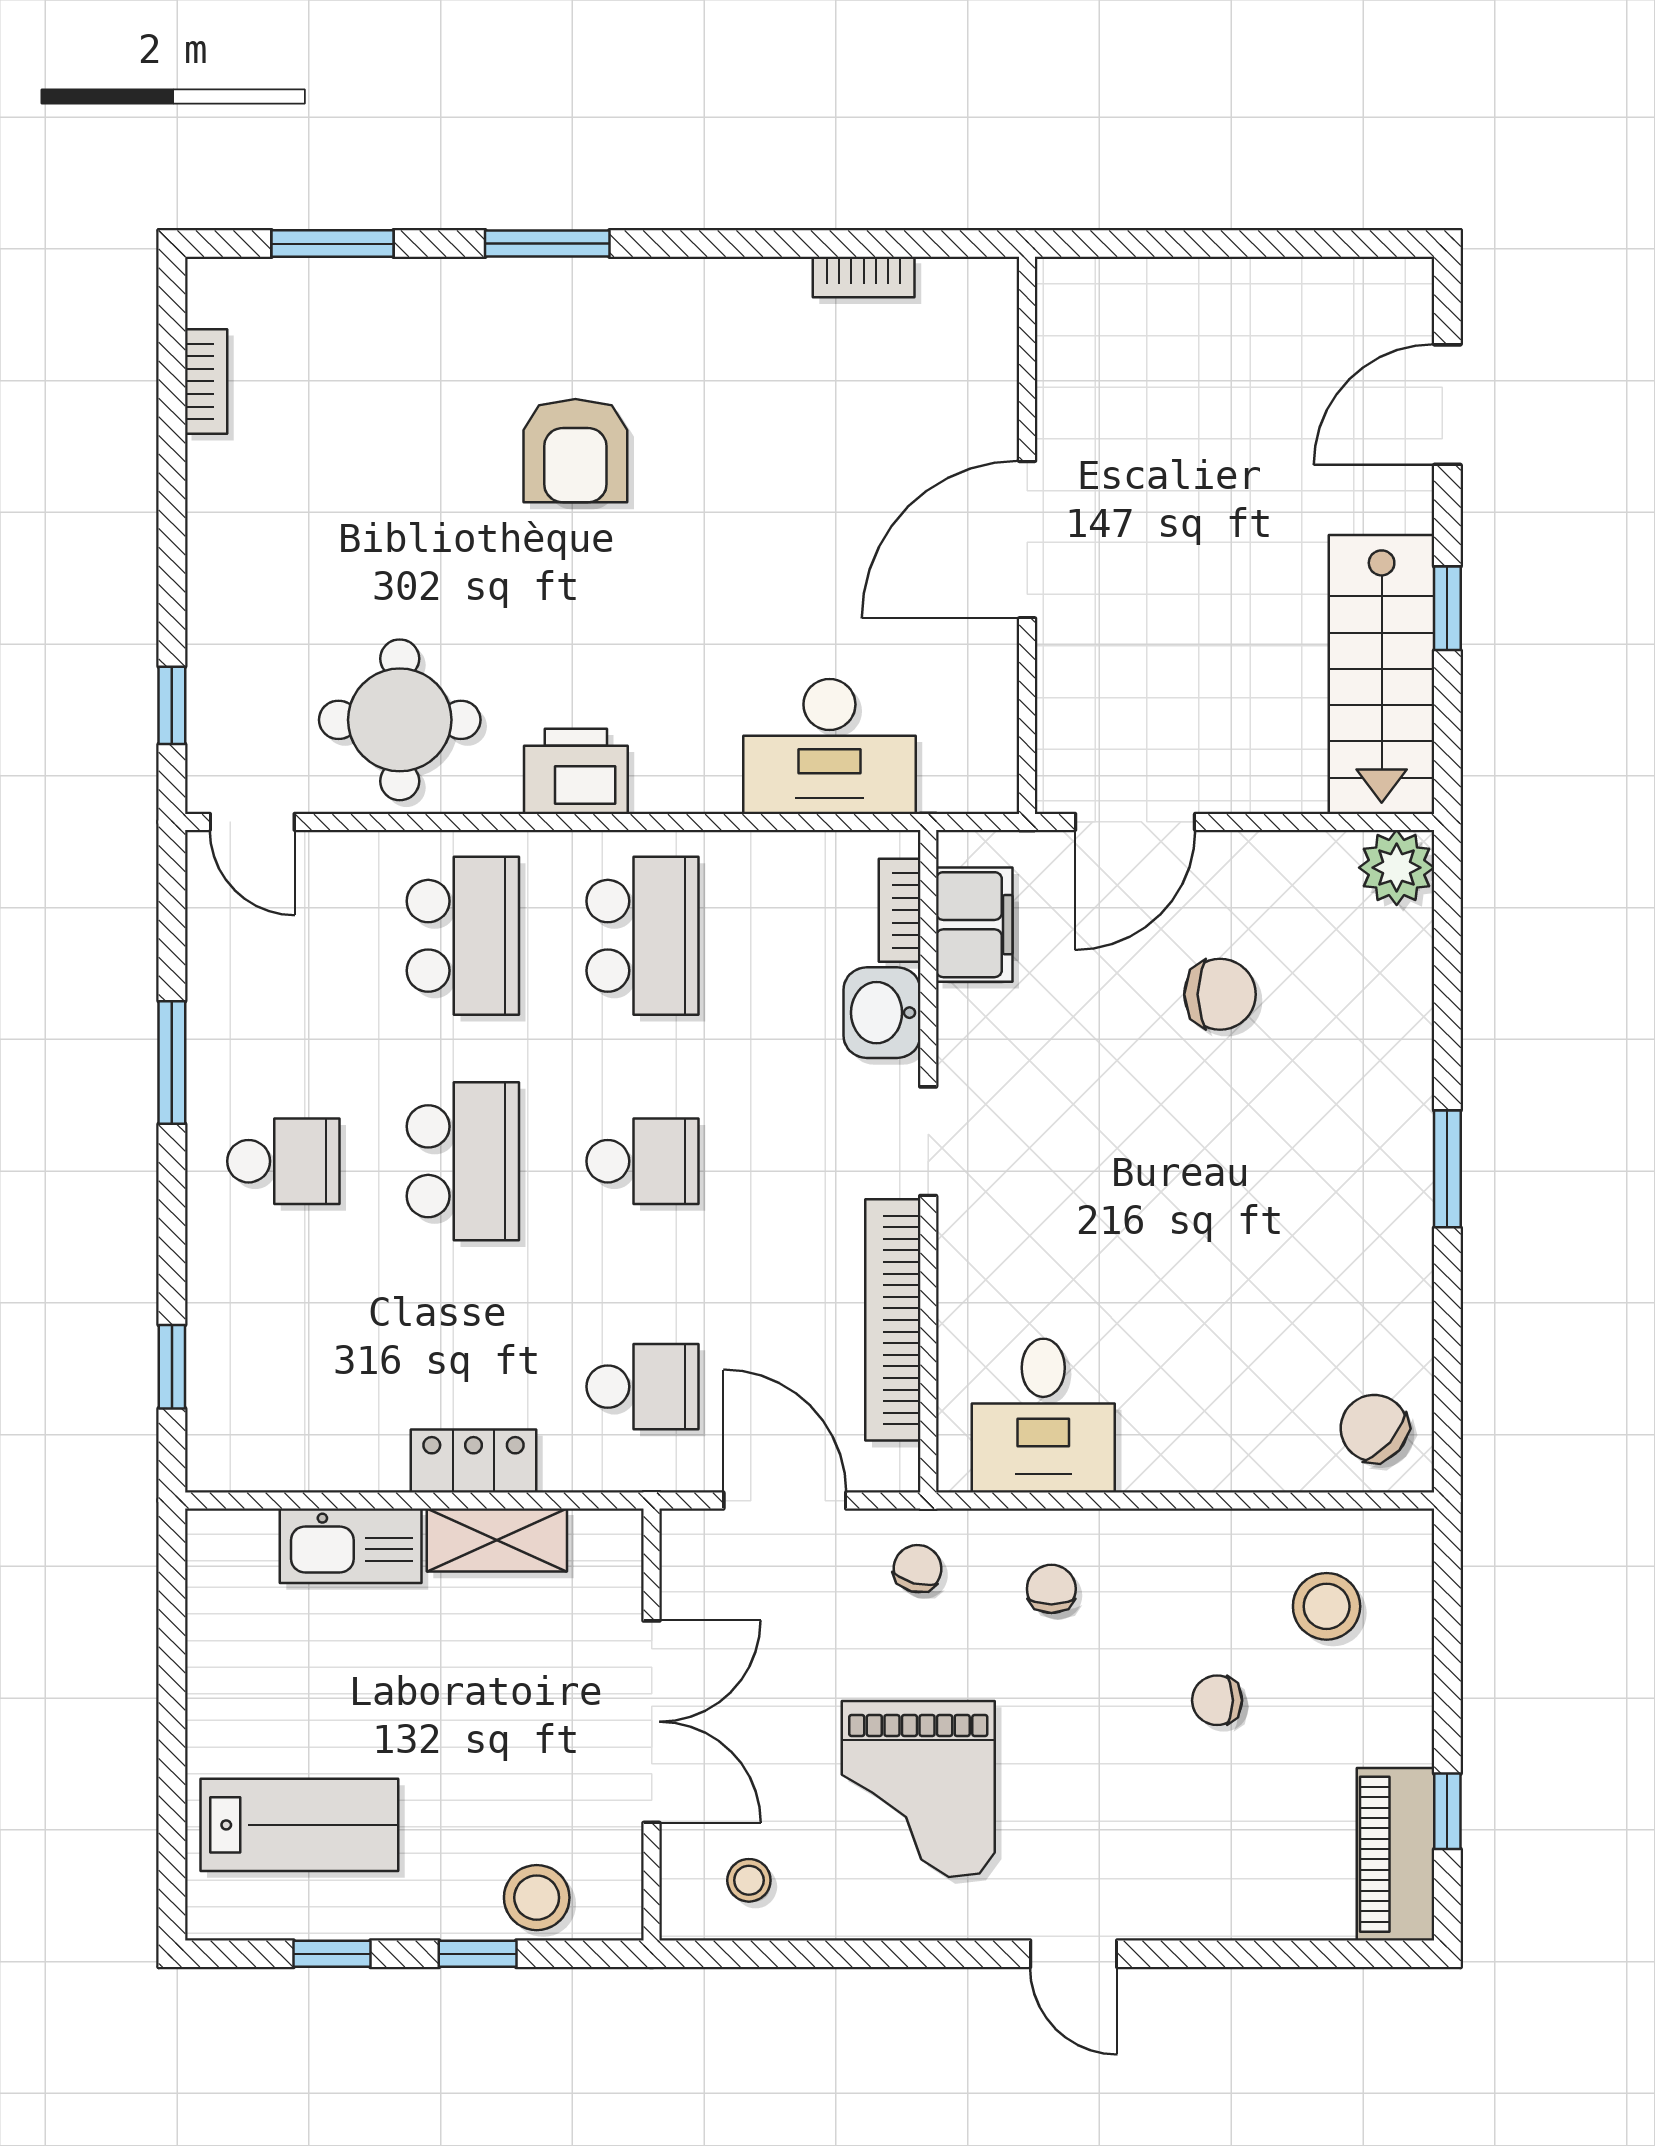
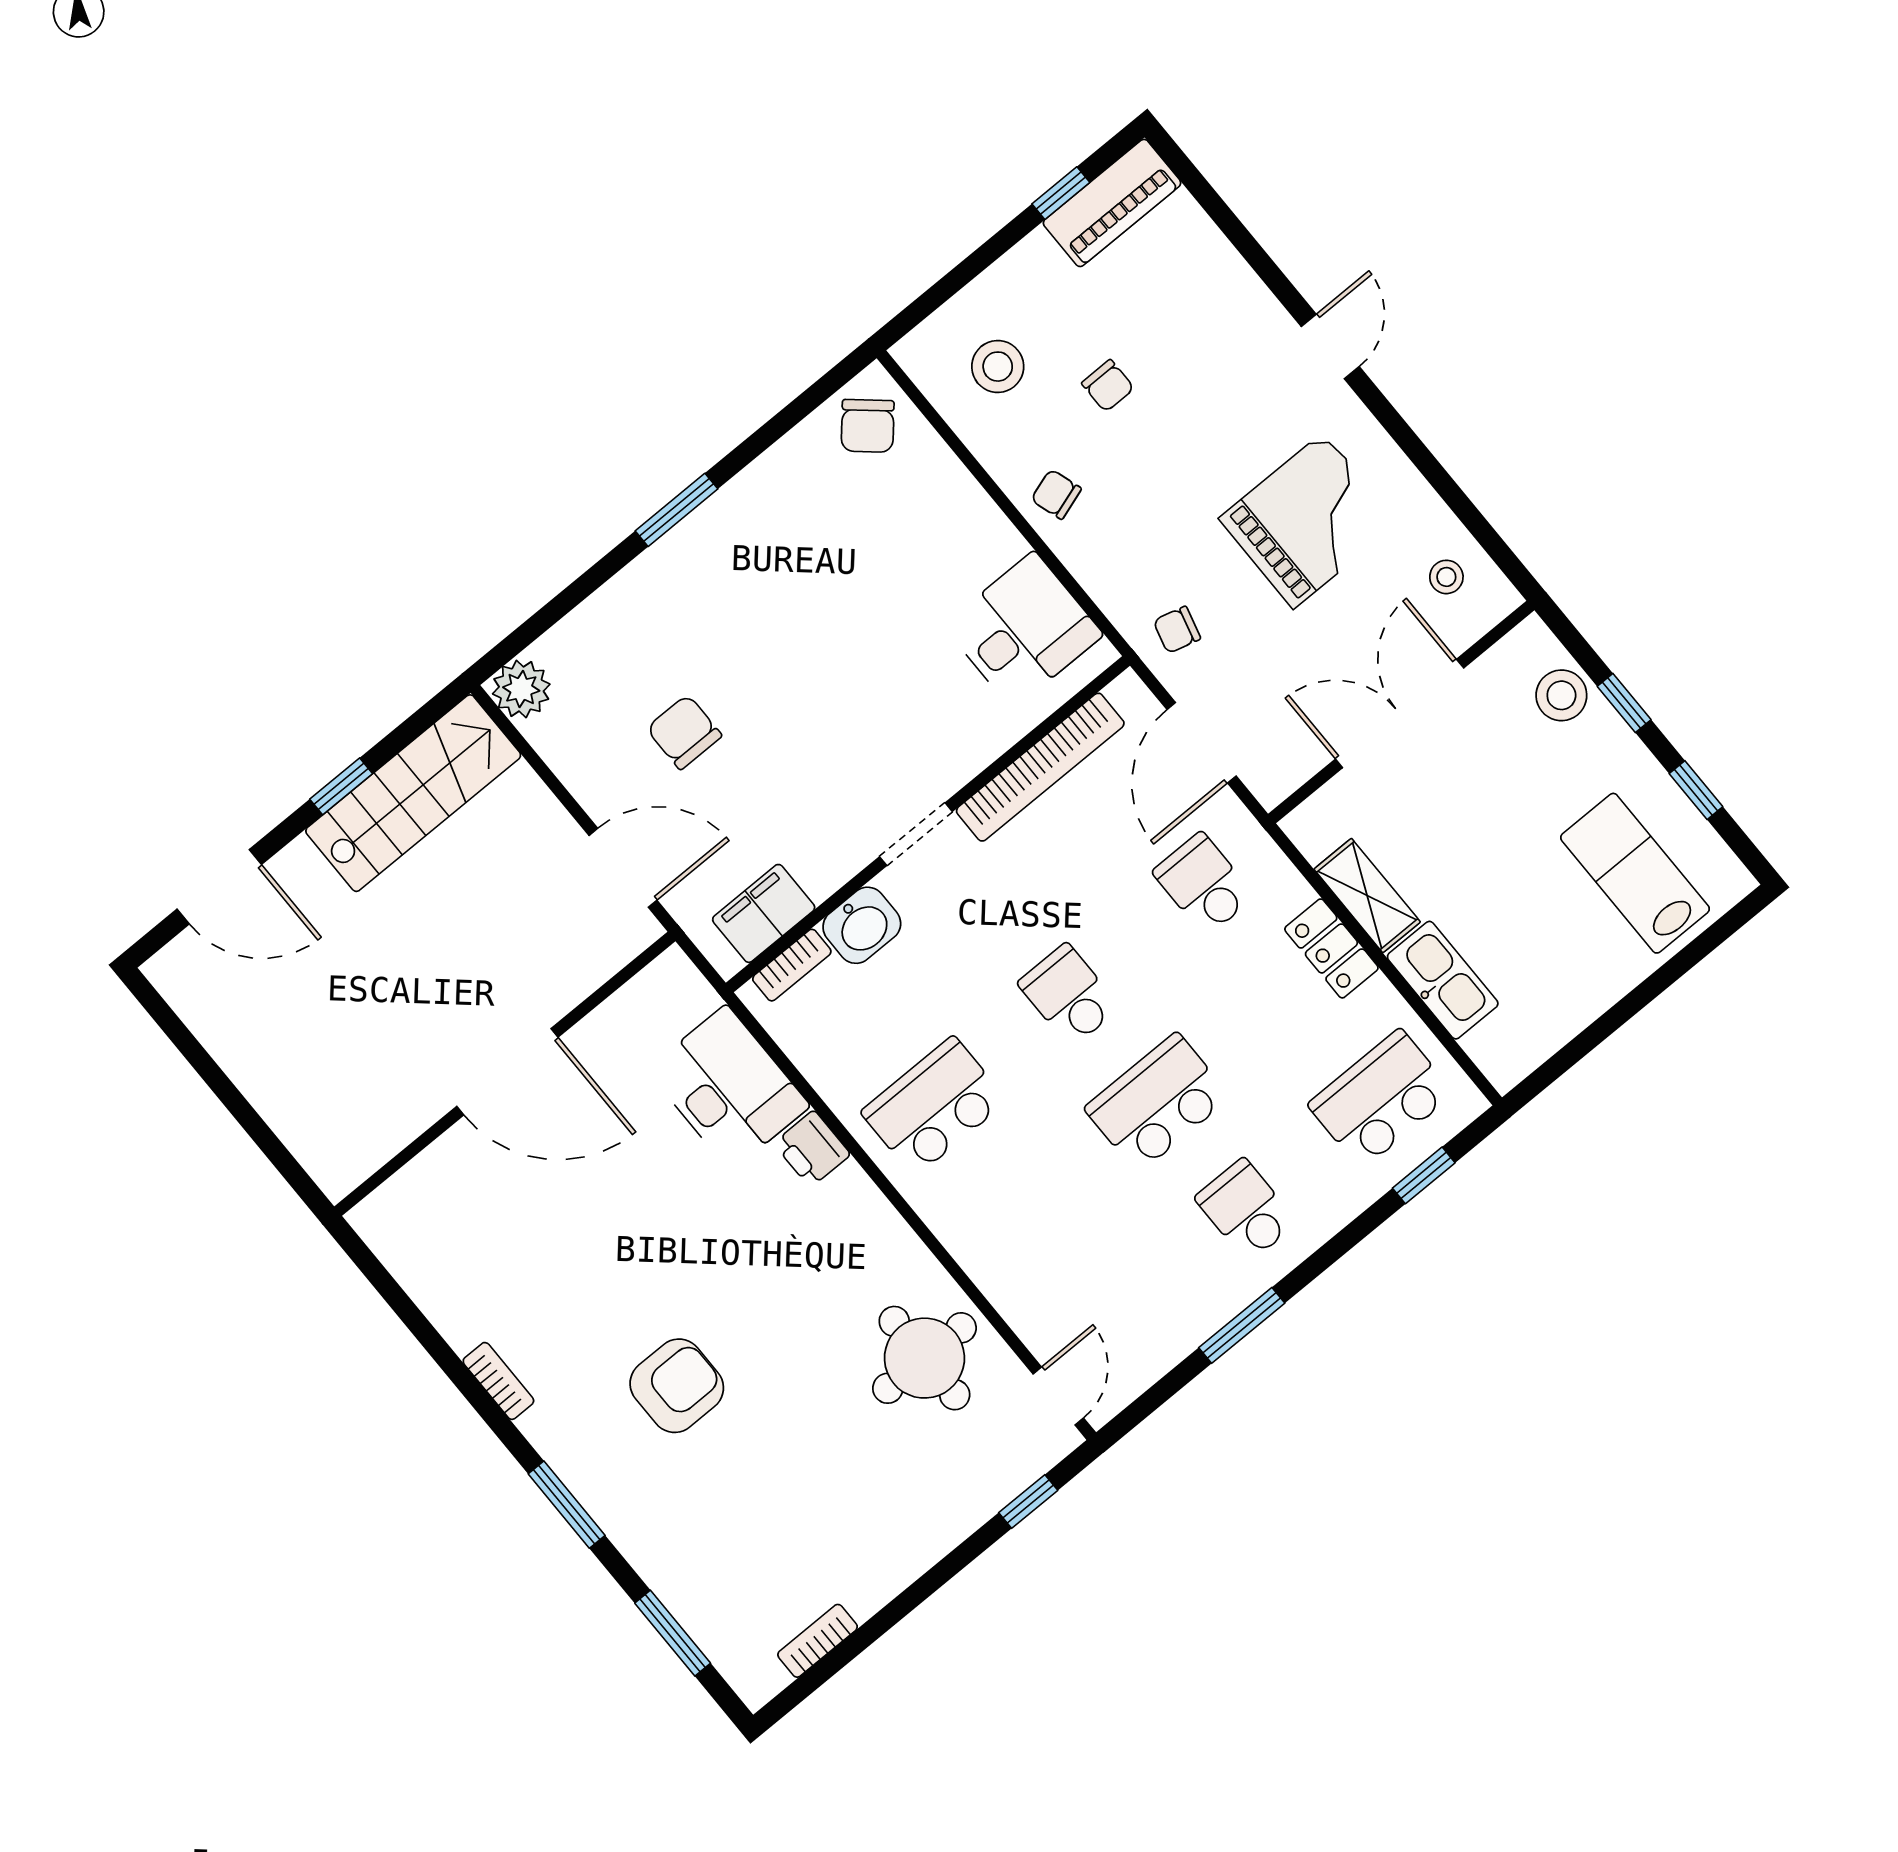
bookcase: (864, 277) -> (498, 1381), moved
printer: (576, 771) -> (812, 1149), moved, width x0.73, depth x0.81
school desk: (463, 936) -> (1381, 1099), moved
chair: (1051, 1589) -> (1056, 494), moved, turned 72

